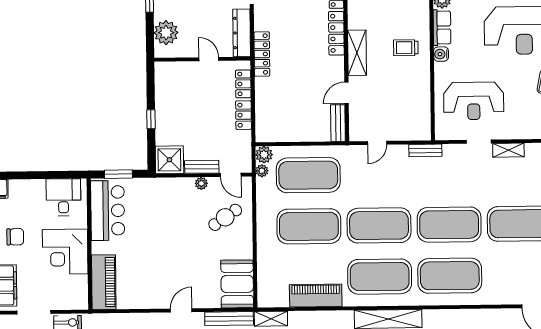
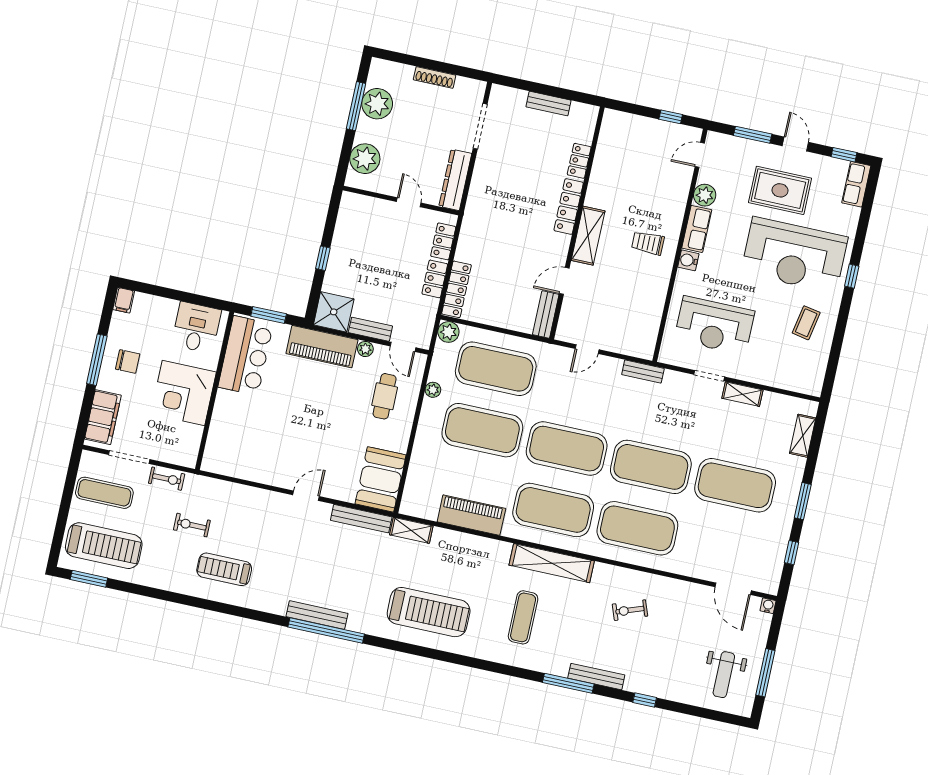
locker: (262, 54) -> (457, 289), moved
plant: (262, 171) -> (433, 390), moved
cafe table: (225, 217) -> (385, 396), turned -56
piano: (104, 282) -> (322, 347), moved, turned 90

